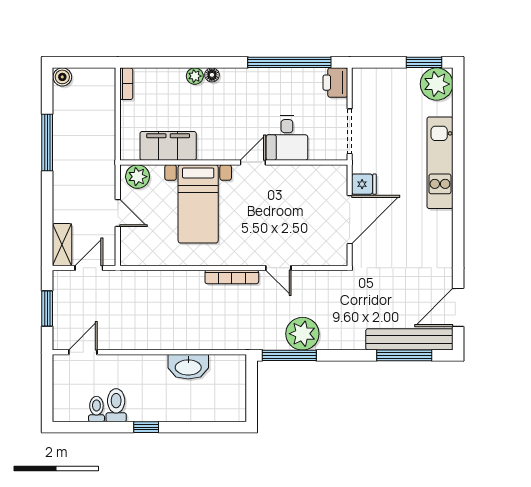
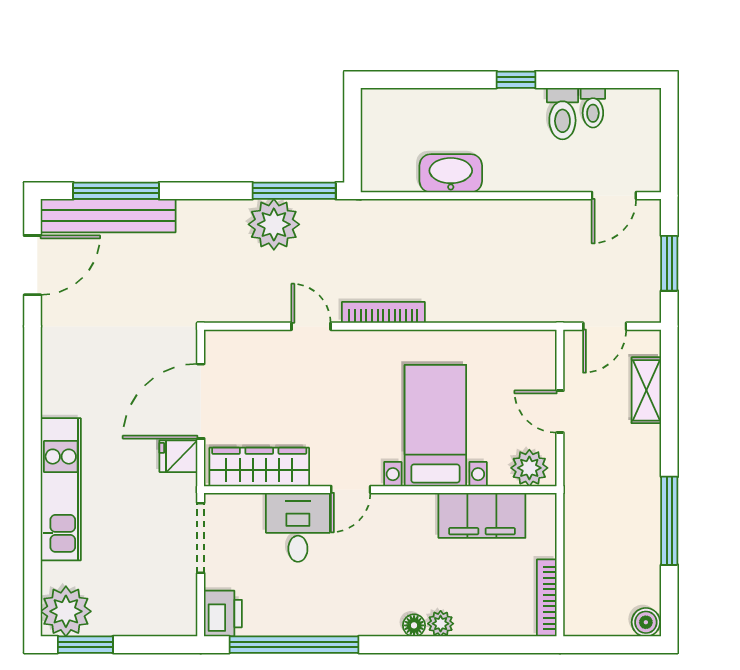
bookcase: (126, 84) -> (547, 598), width x1.56
wardrobe: (312, 177) -> (259, 467), added
shelving: (62, 245) -> (646, 390), moved

